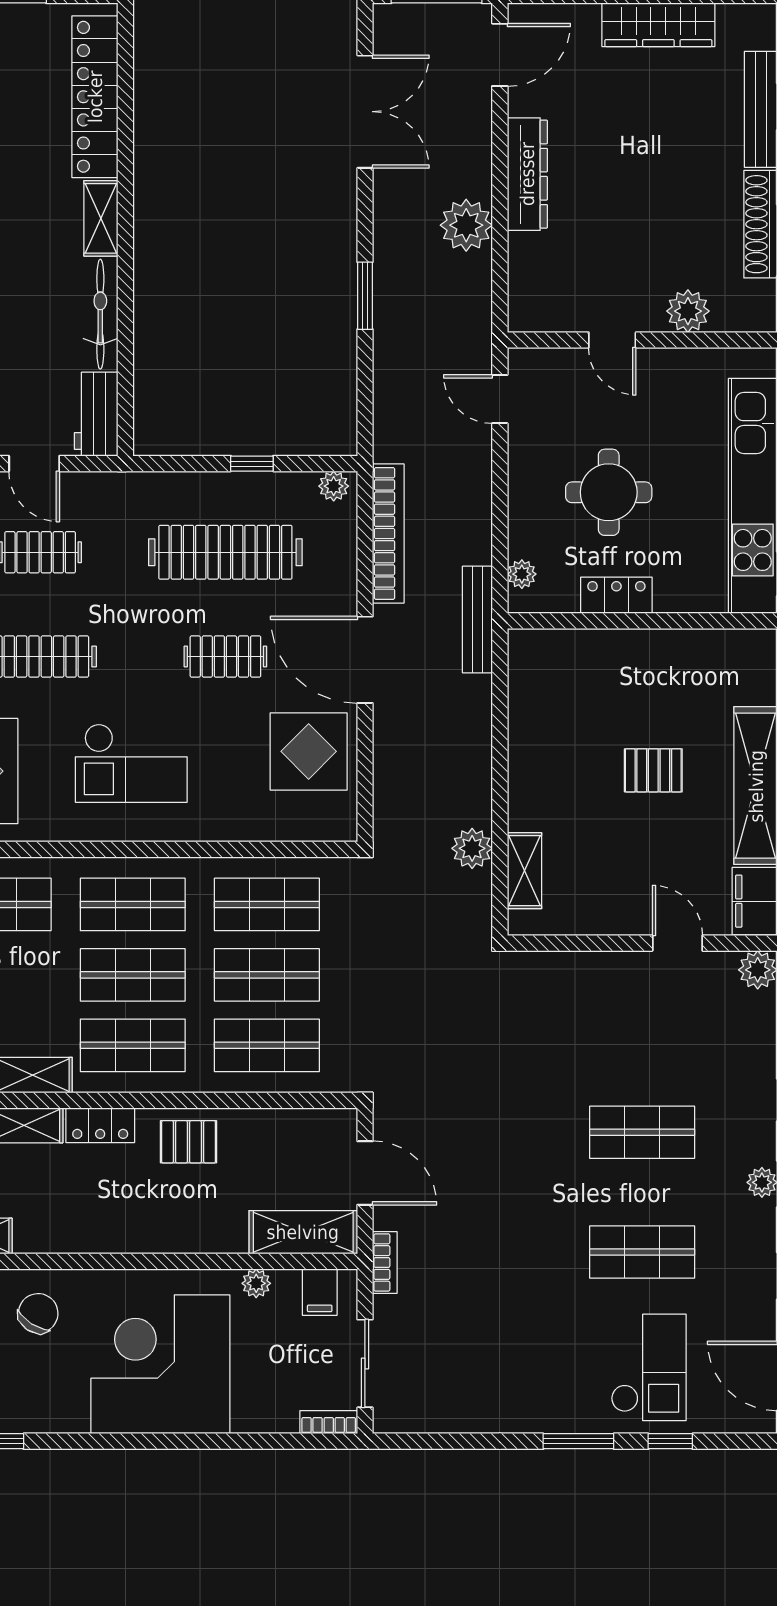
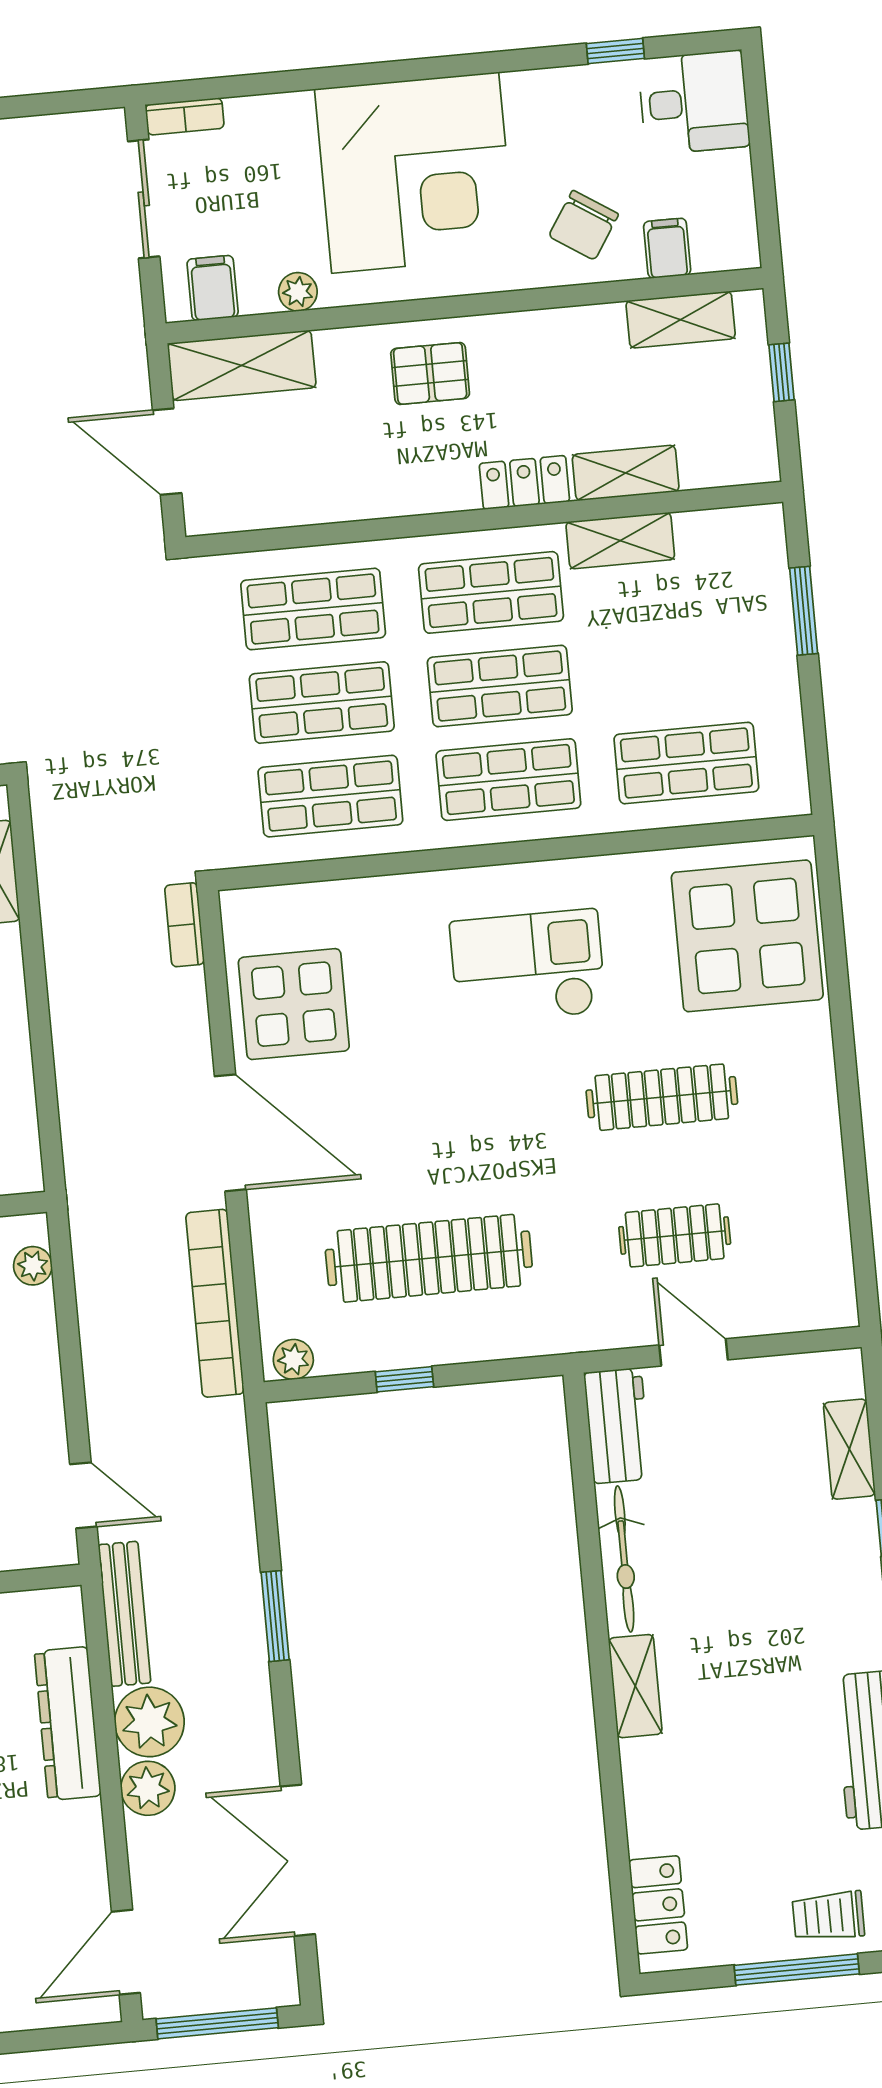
locker: (95, 97) -> (658, 1905), width x0.46, depth x0.83
dresser: (527, 174) -> (68, 1724), moved
bench: (477, 620) -> (124, 1614), moved
clothes rail: (225, 656) -> (416, 1120), removed
plant: (472, 848) -> (148, 1788), moved
pallet: (189, 1142) -> (430, 373), moved
bookcase: (385, 1262) -> (184, 925), moved

